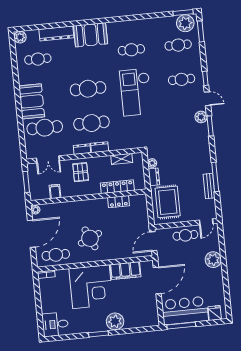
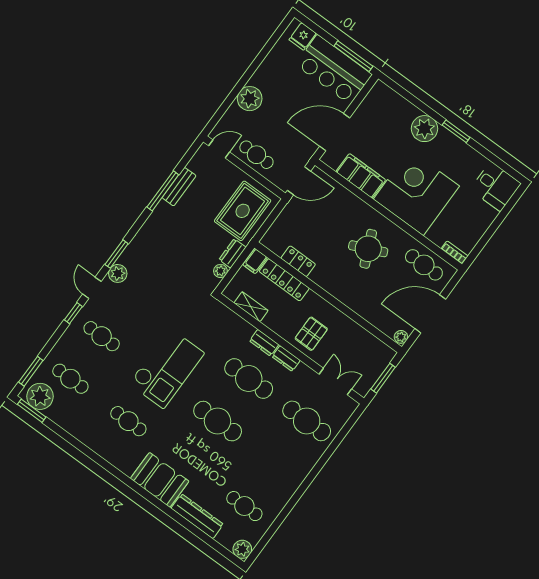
booth: (32, 101) -> (295, 464), removed
filing cabinet: (55, 191) -> (255, 261), moved

